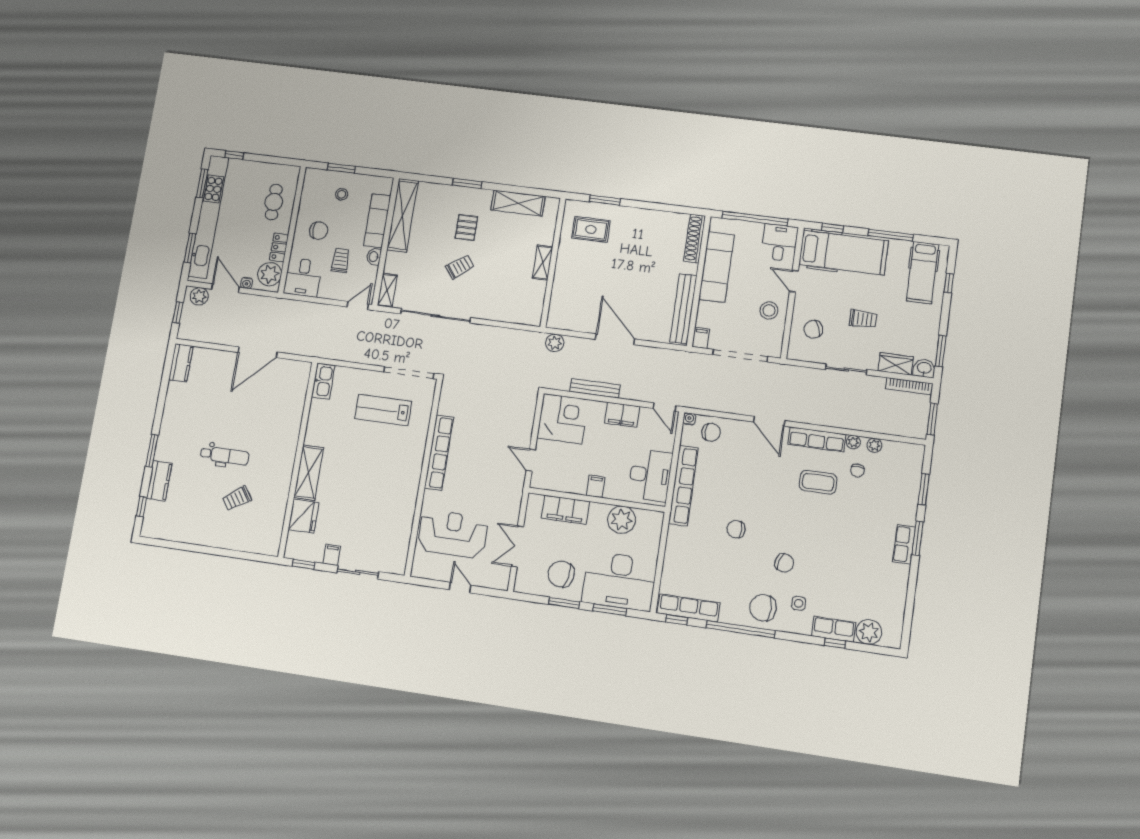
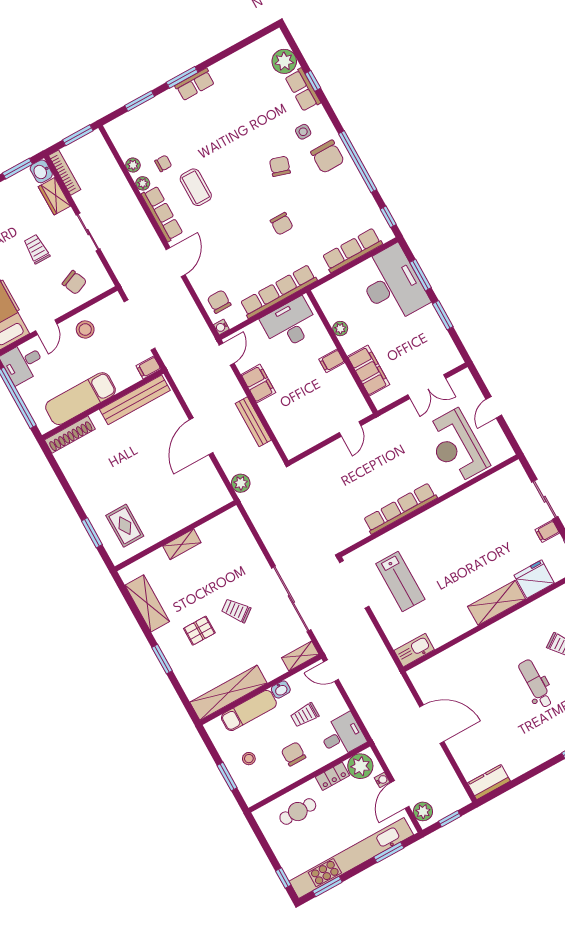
corner desk: (563, 419) -> (297, 429), removed
plant: (622, 520) -> (340, 329), width x0.53, depth x0.53
chair: (561, 574) -> (422, 335), removed
row of seats: (689, 608) -> (352, 250), moved, turned 90

